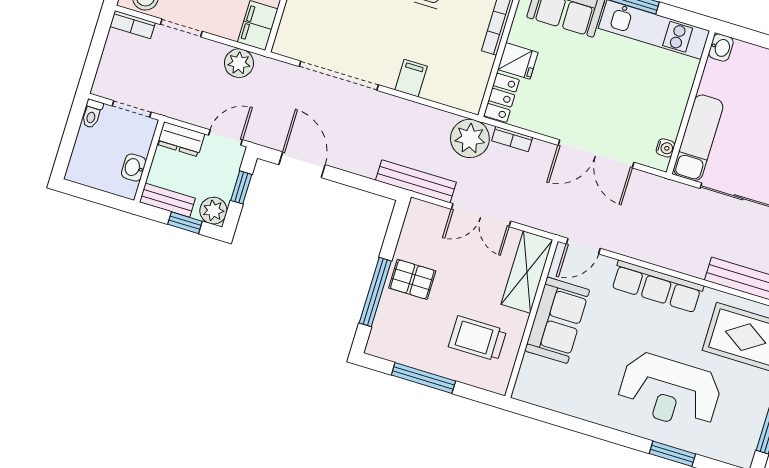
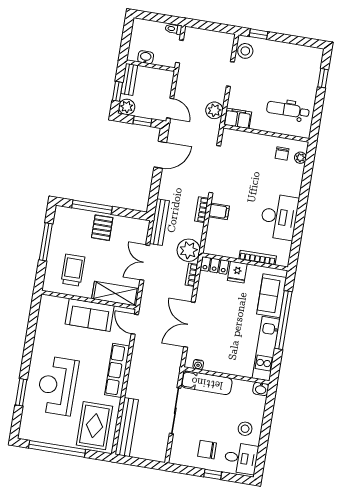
bookcase: (133, 25) -> (202, 210), moved
dresser: (181, 139) -> (166, 82), removed

